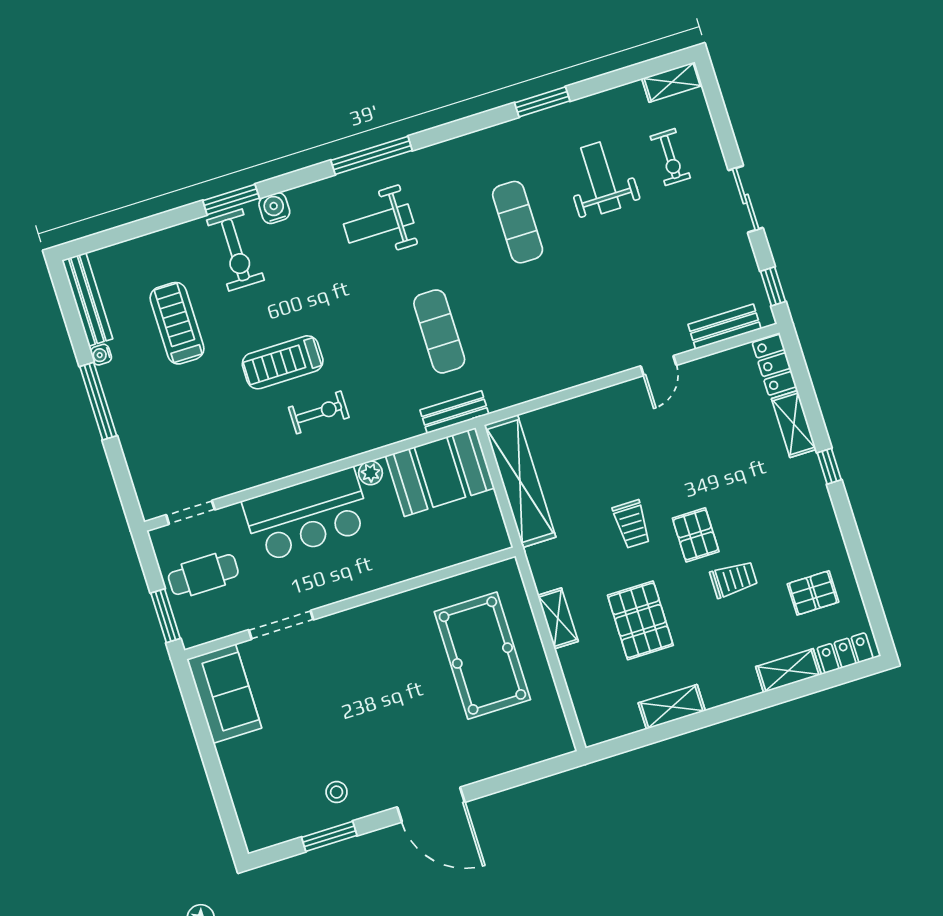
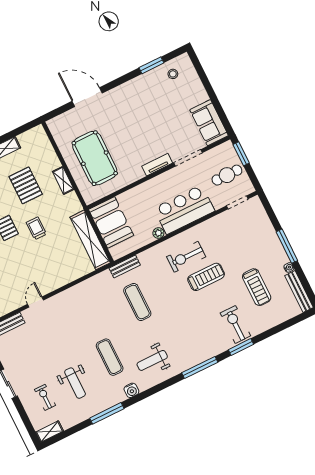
window: (542, 102) -> (107, 413), width x1.44
window: (372, 155) -> (200, 367), moved
water cooler: (274, 208) -> (131, 390), moved
weight bench: (379, 224) -> (152, 360), moved, turned 180
exercise bike: (319, 412) -> (186, 257), width x1.38, depth x1.39
booth: (440, 472) -> (111, 222), moved, turned 90
tv unit: (350, 621) -> (157, 165), added
stool: (337, 792) -> (173, 74), moved
door: (431, 805) -> (87, 97), moved

